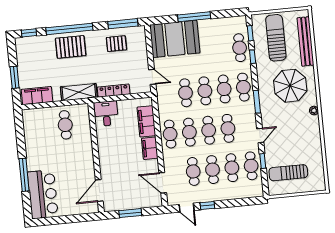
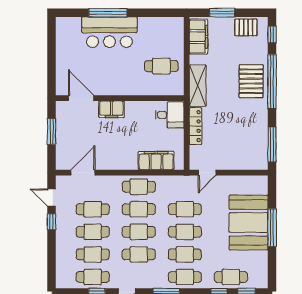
booth: (175, 39) -> (249, 223), moved
pallet: (116, 44) -> (246, 27), moved, turned 90
filing cabinet: (150, 148) -> (111, 109), moved, turned 180
bar counter: (43, 194) -> (109, 32), moved
door: (187, 208) -> (52, 198), hinge flipped

